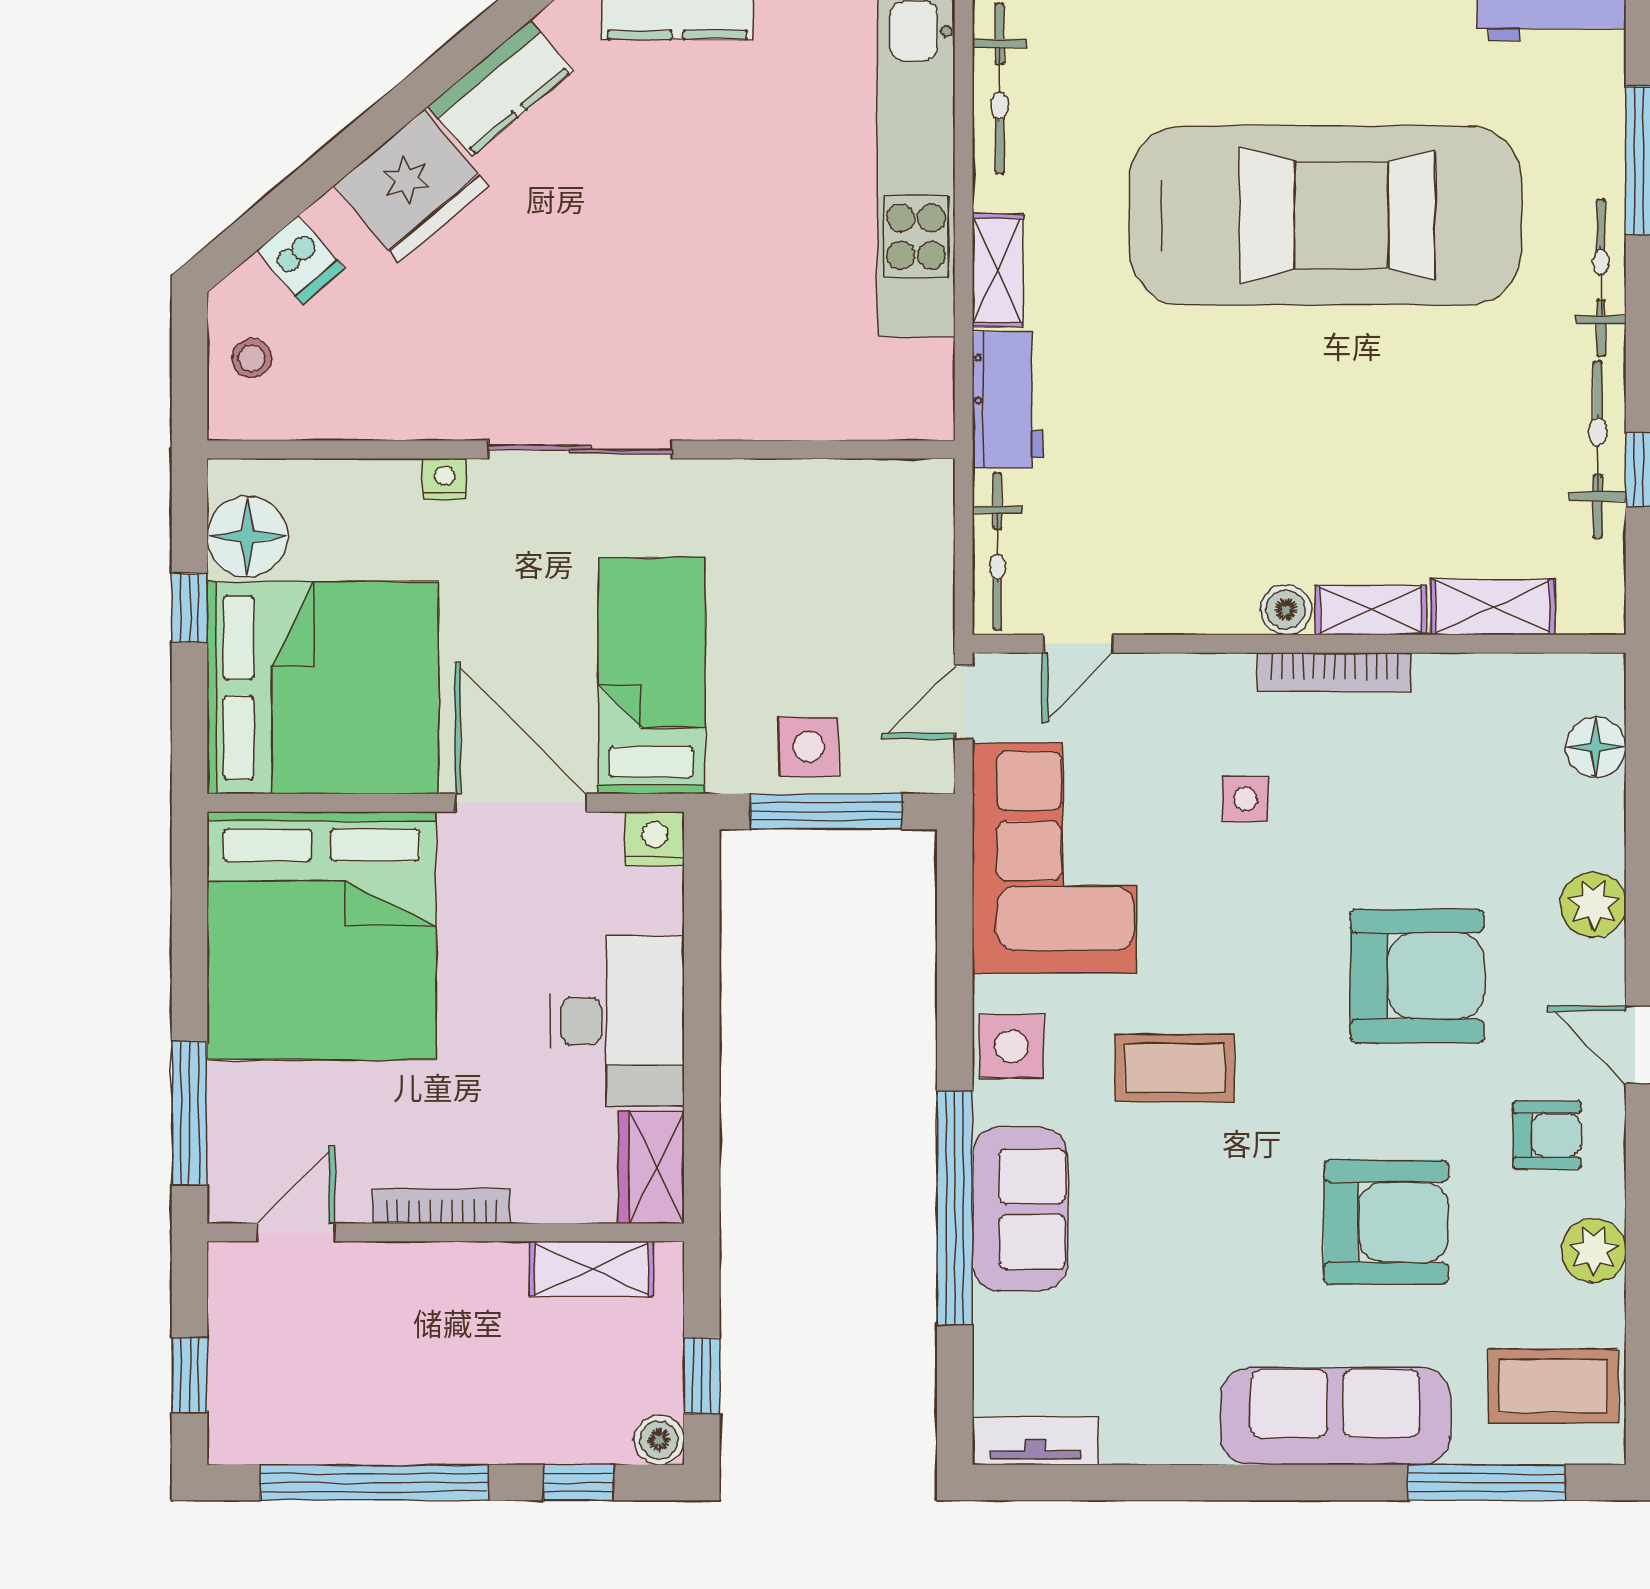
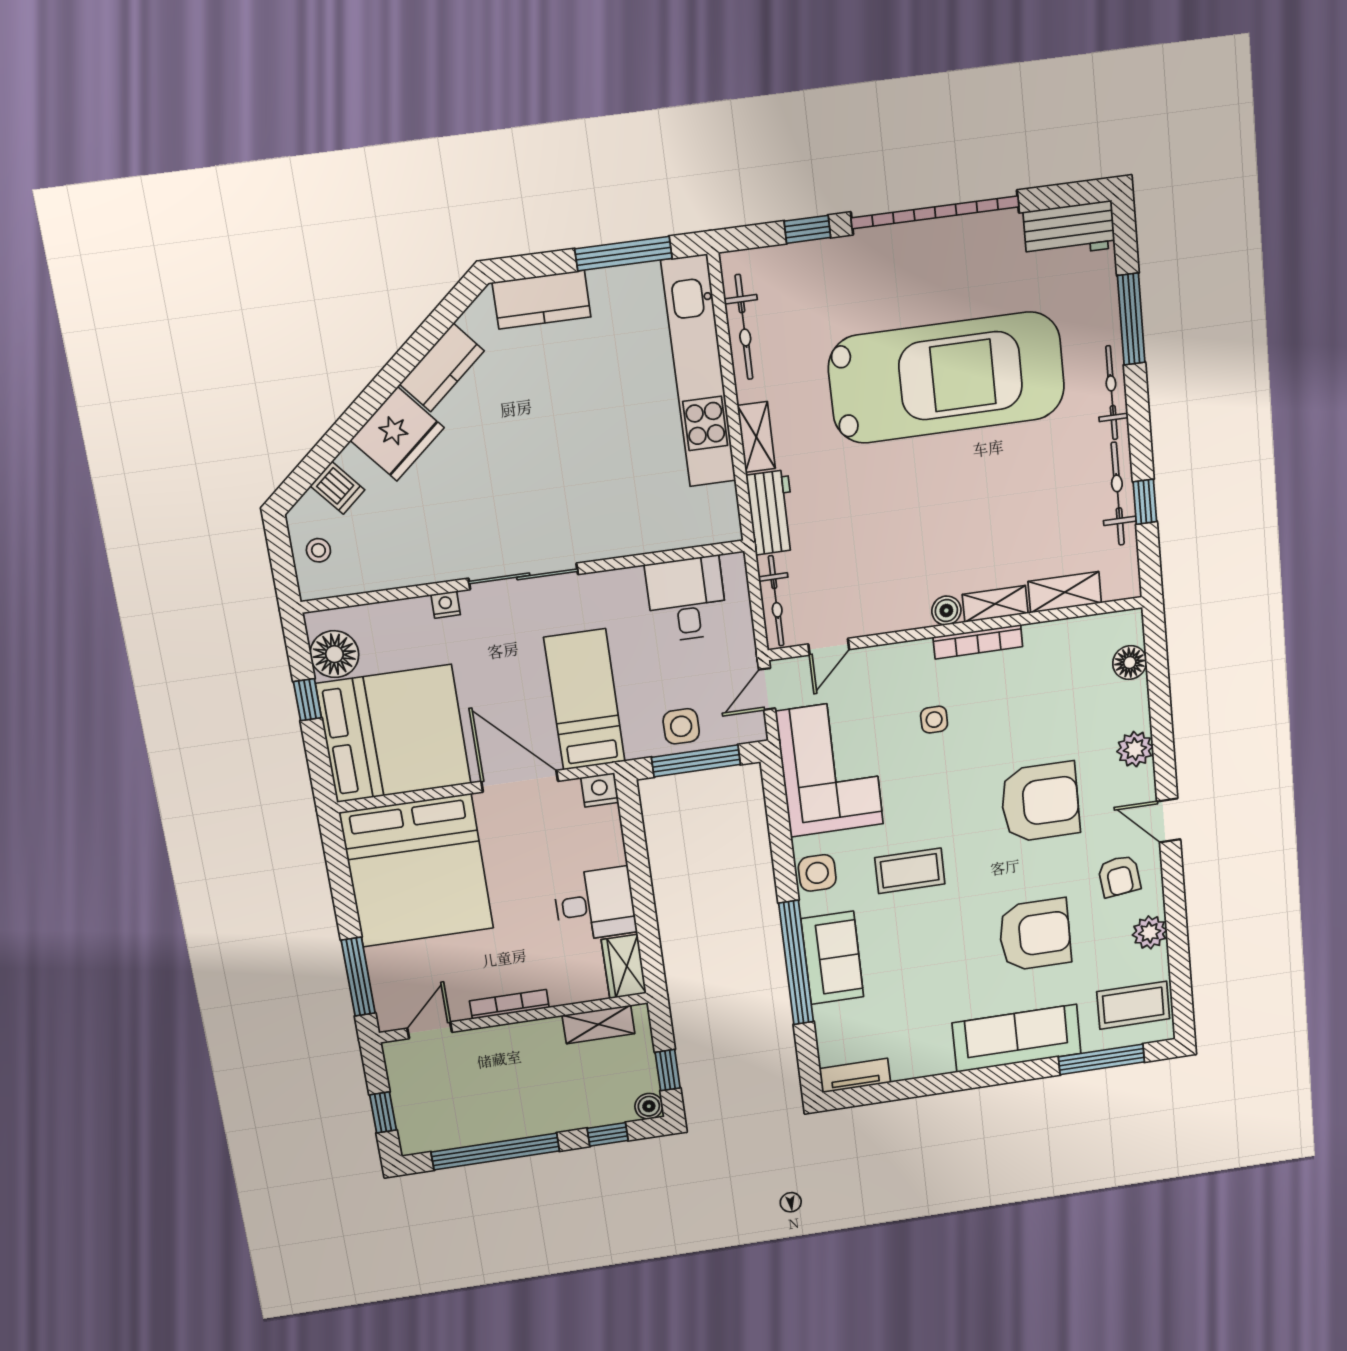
desk: (847, 527) -> (686, 599), added
desk: (617, 1021) -> (595, 904), width x0.73
armchair: (1547, 1135) -> (1119, 876), turned 83

